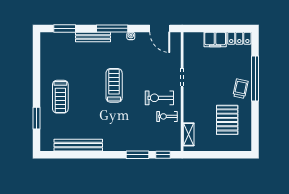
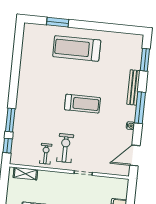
treadmill: (60, 97) -> (77, 48), width x1.37, depth x1.38
bench: (78, 145) -> (26, 61), removed

